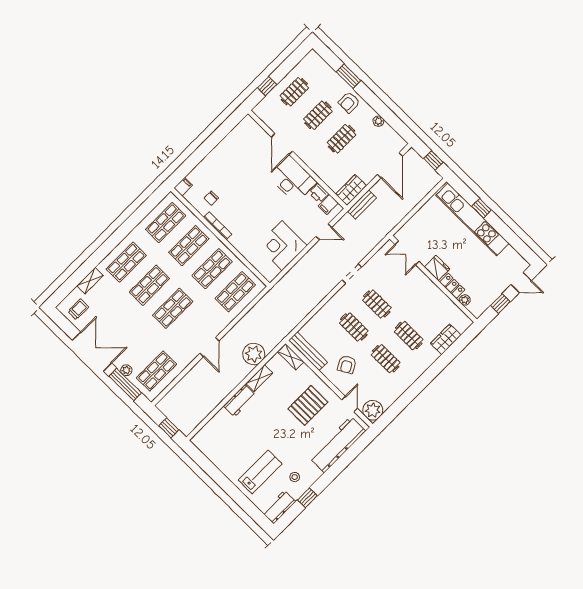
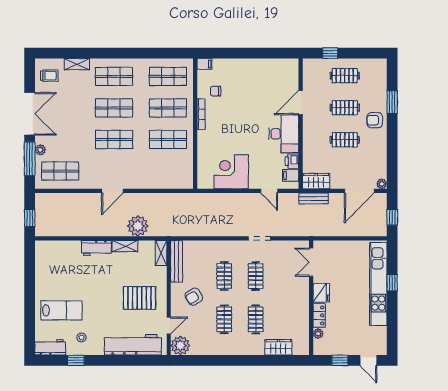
plant: (378, 121) -> (382, 184), moved
shop shelf: (235, 292) -> (168, 171), removed

